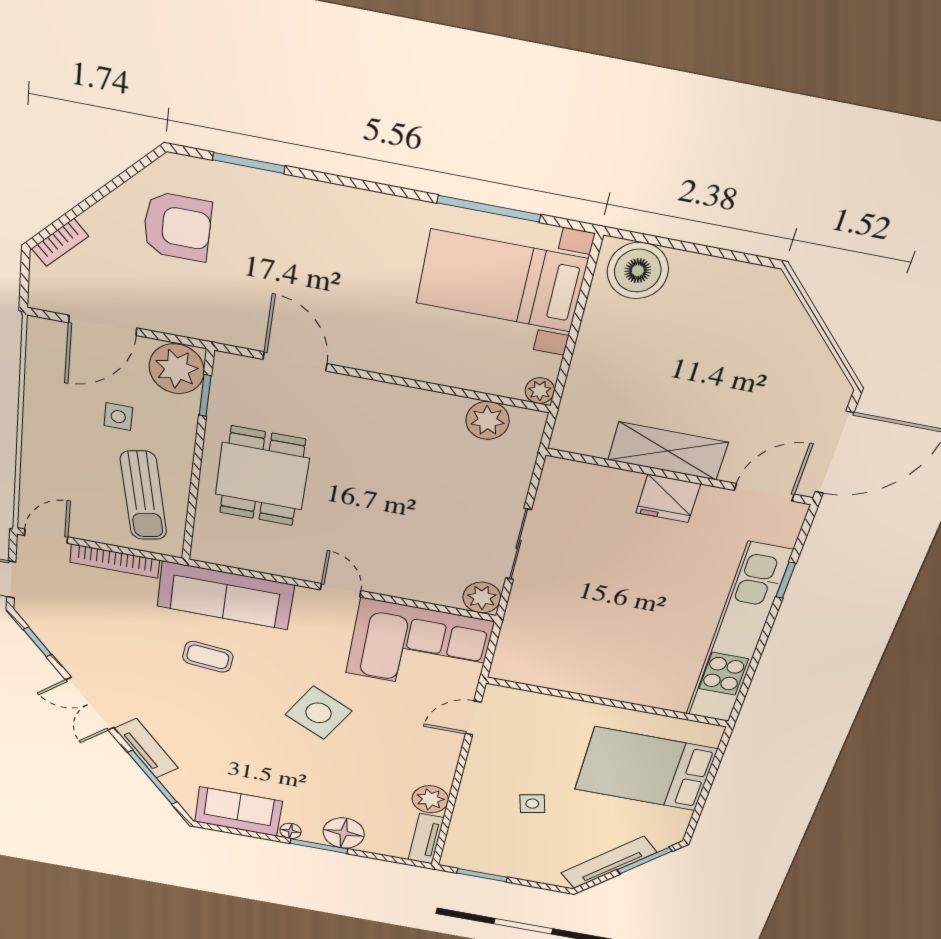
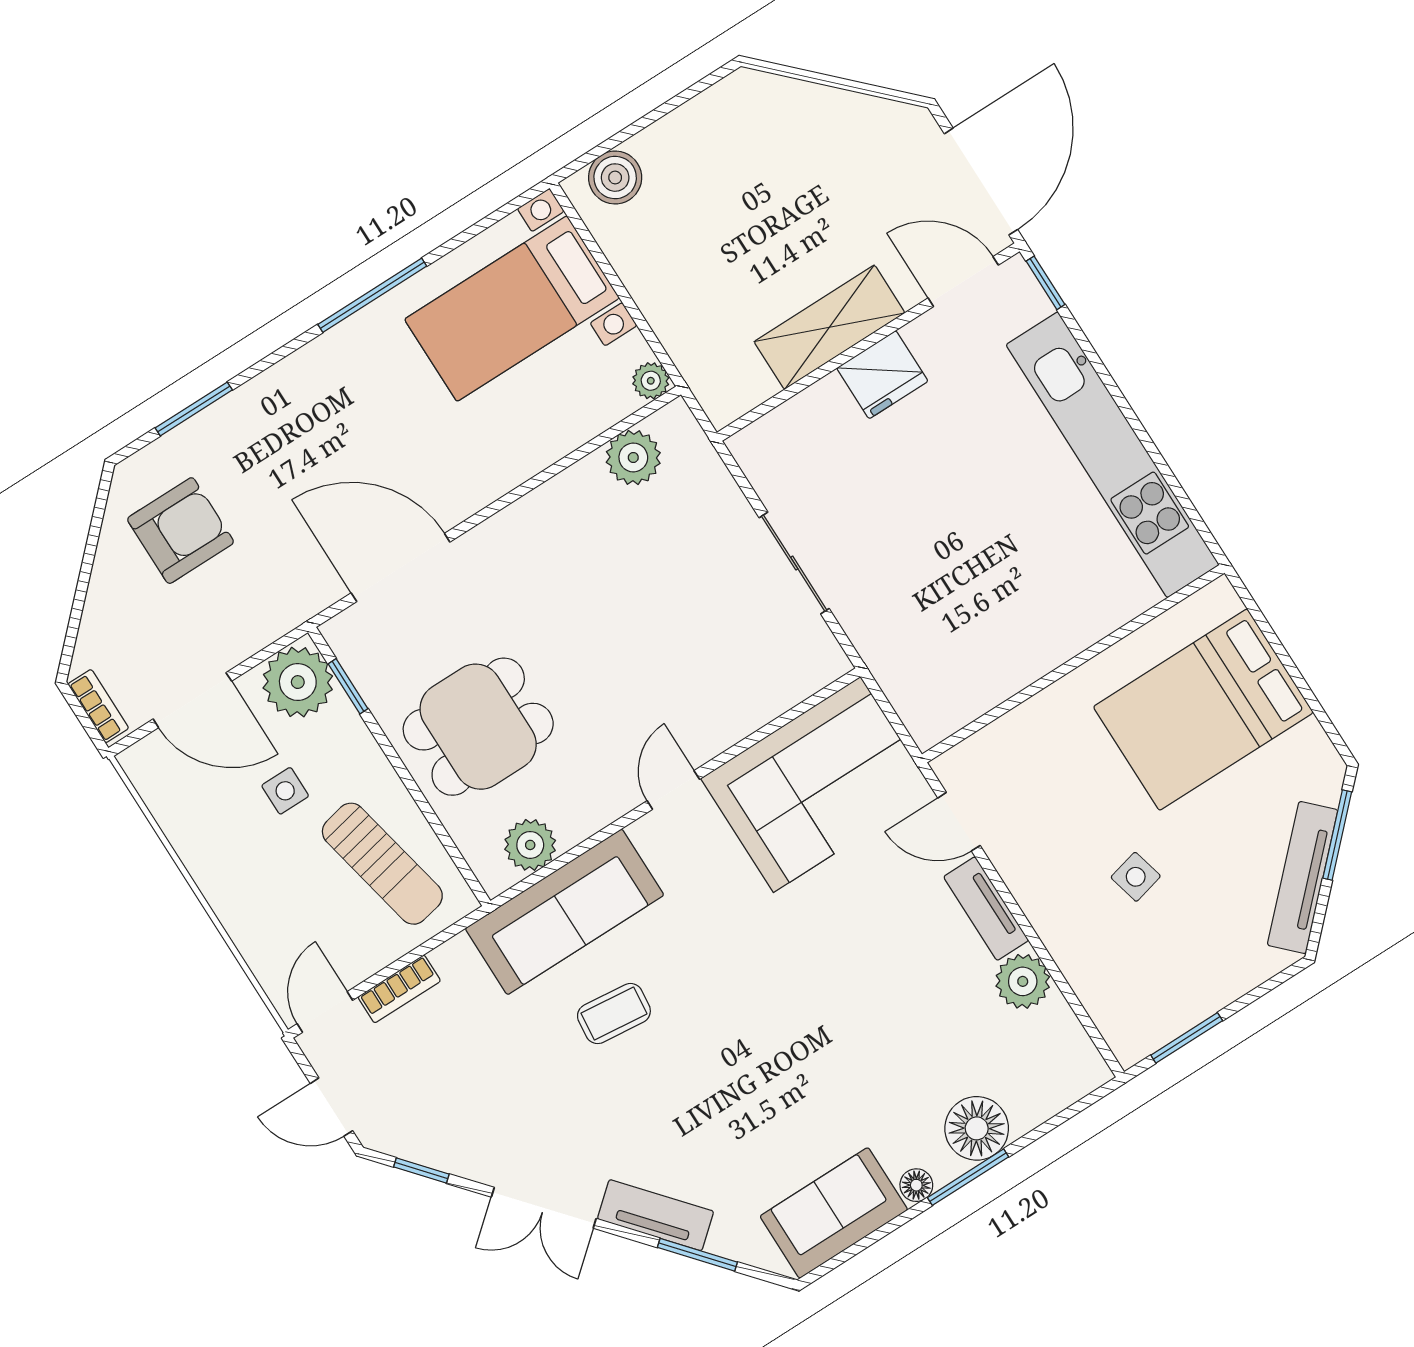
window: (489, 209) -> (372, 295), moved
bookcase: (60, 242) -> (98, 706), moved, turned -45
boiler: (638, 271) -> (615, 178), width x0.73, depth x0.73
door: (103, 325) -> (192, 700), hinge flipped
door: (295, 361) -> (401, 567), width x1.36
dining table: (262, 476) -> (478, 727), turned 90
door: (764, 492) -> (963, 282), hinge flipped
bookcase: (115, 561) -> (399, 989), width x0.64
window: (786, 580) -> (1046, 283), moved
door: (341, 590) -> (673, 790), hinge flipped
plant: (482, 598) -> (530, 845), moved
side table: (318, 713) -> (794, 977), removed
door: (473, 718) -> (959, 822), hinge flipped
window: (152, 777) -> (697, 1255), width x0.69
tv unit: (426, 839) -> (986, 909), moved

